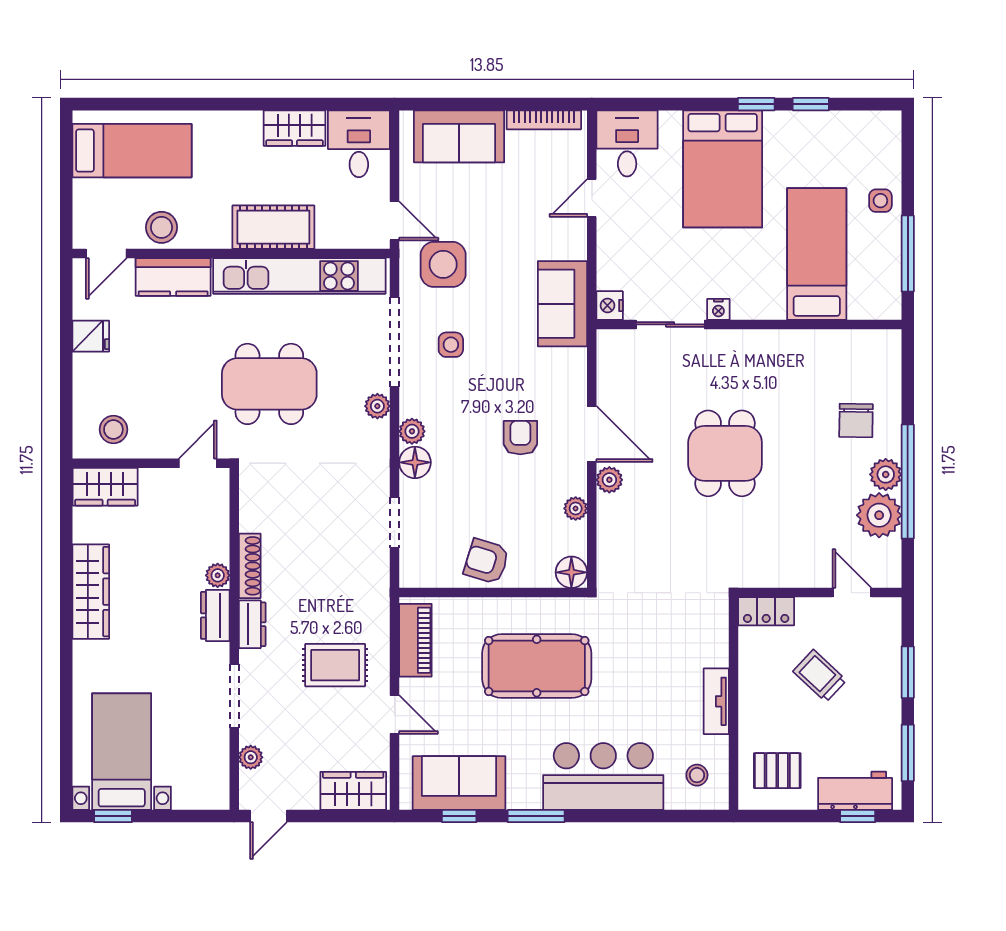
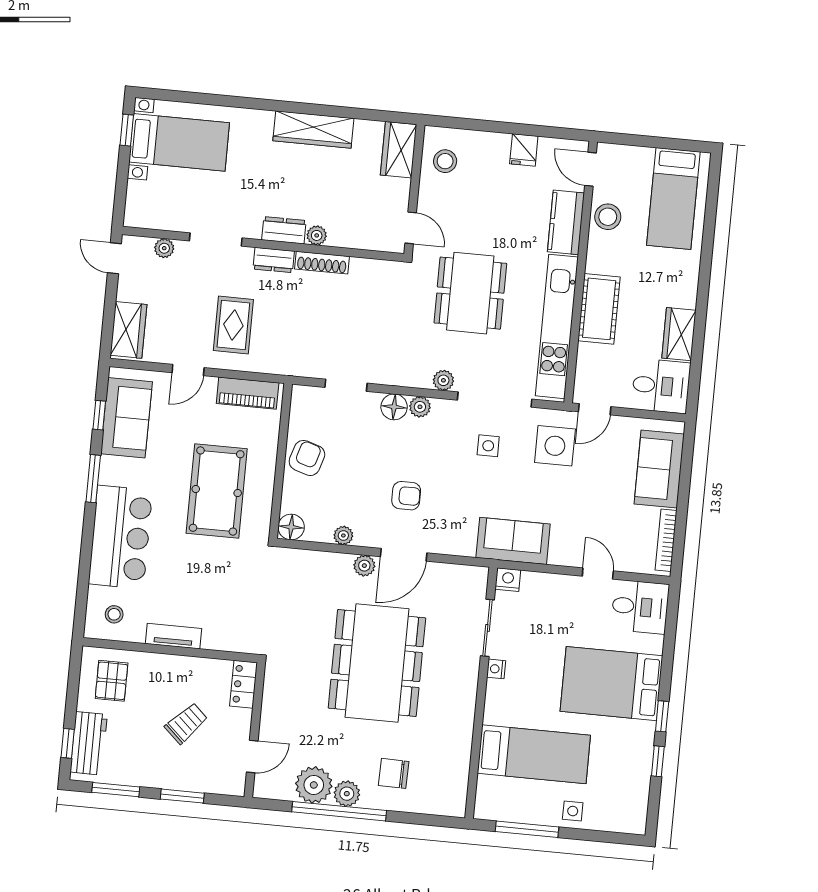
dining table: (725, 453) -> (377, 663), width x1.88, depth x1.24

